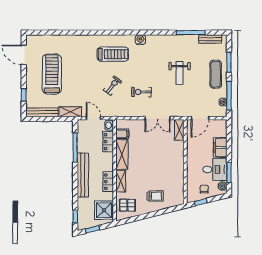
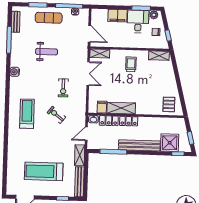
water cooler: (140, 40) -> (15, 72), moved
shelving: (121, 181) -> (159, 56), moved
locker: (108, 182) -> (129, 121), moved
trolley: (155, 196) -> (131, 64), moved
shower: (104, 210) -> (170, 143), moved

